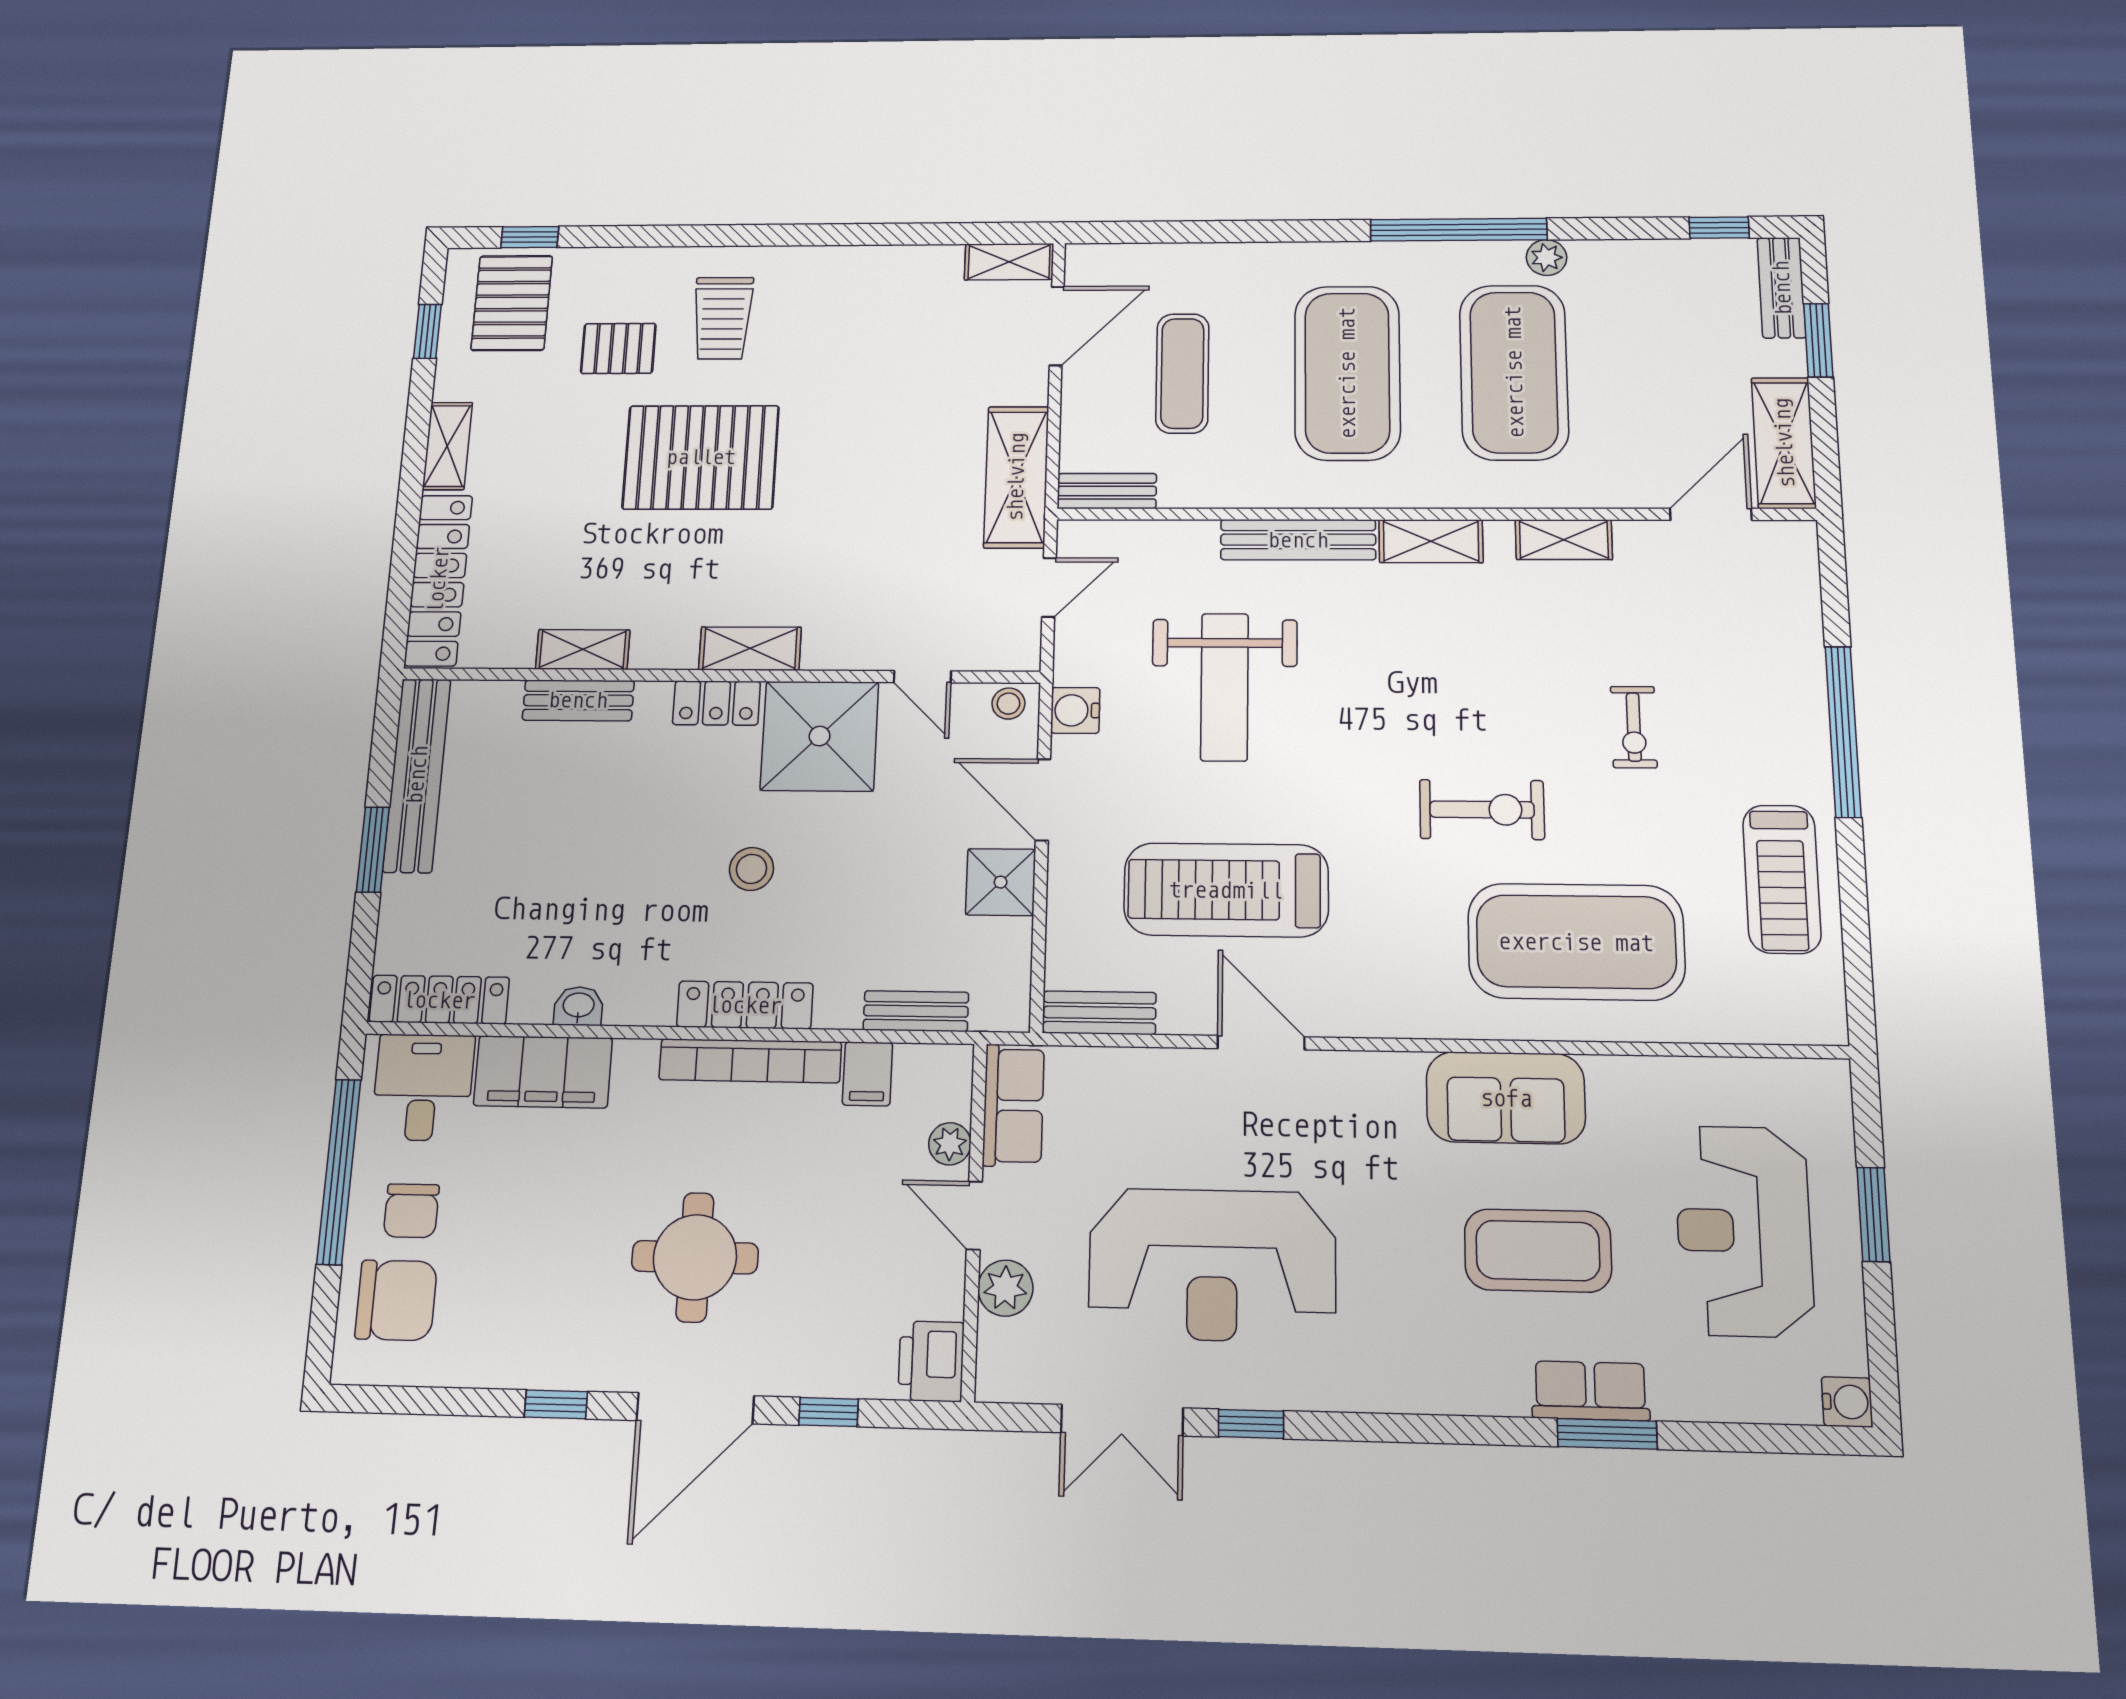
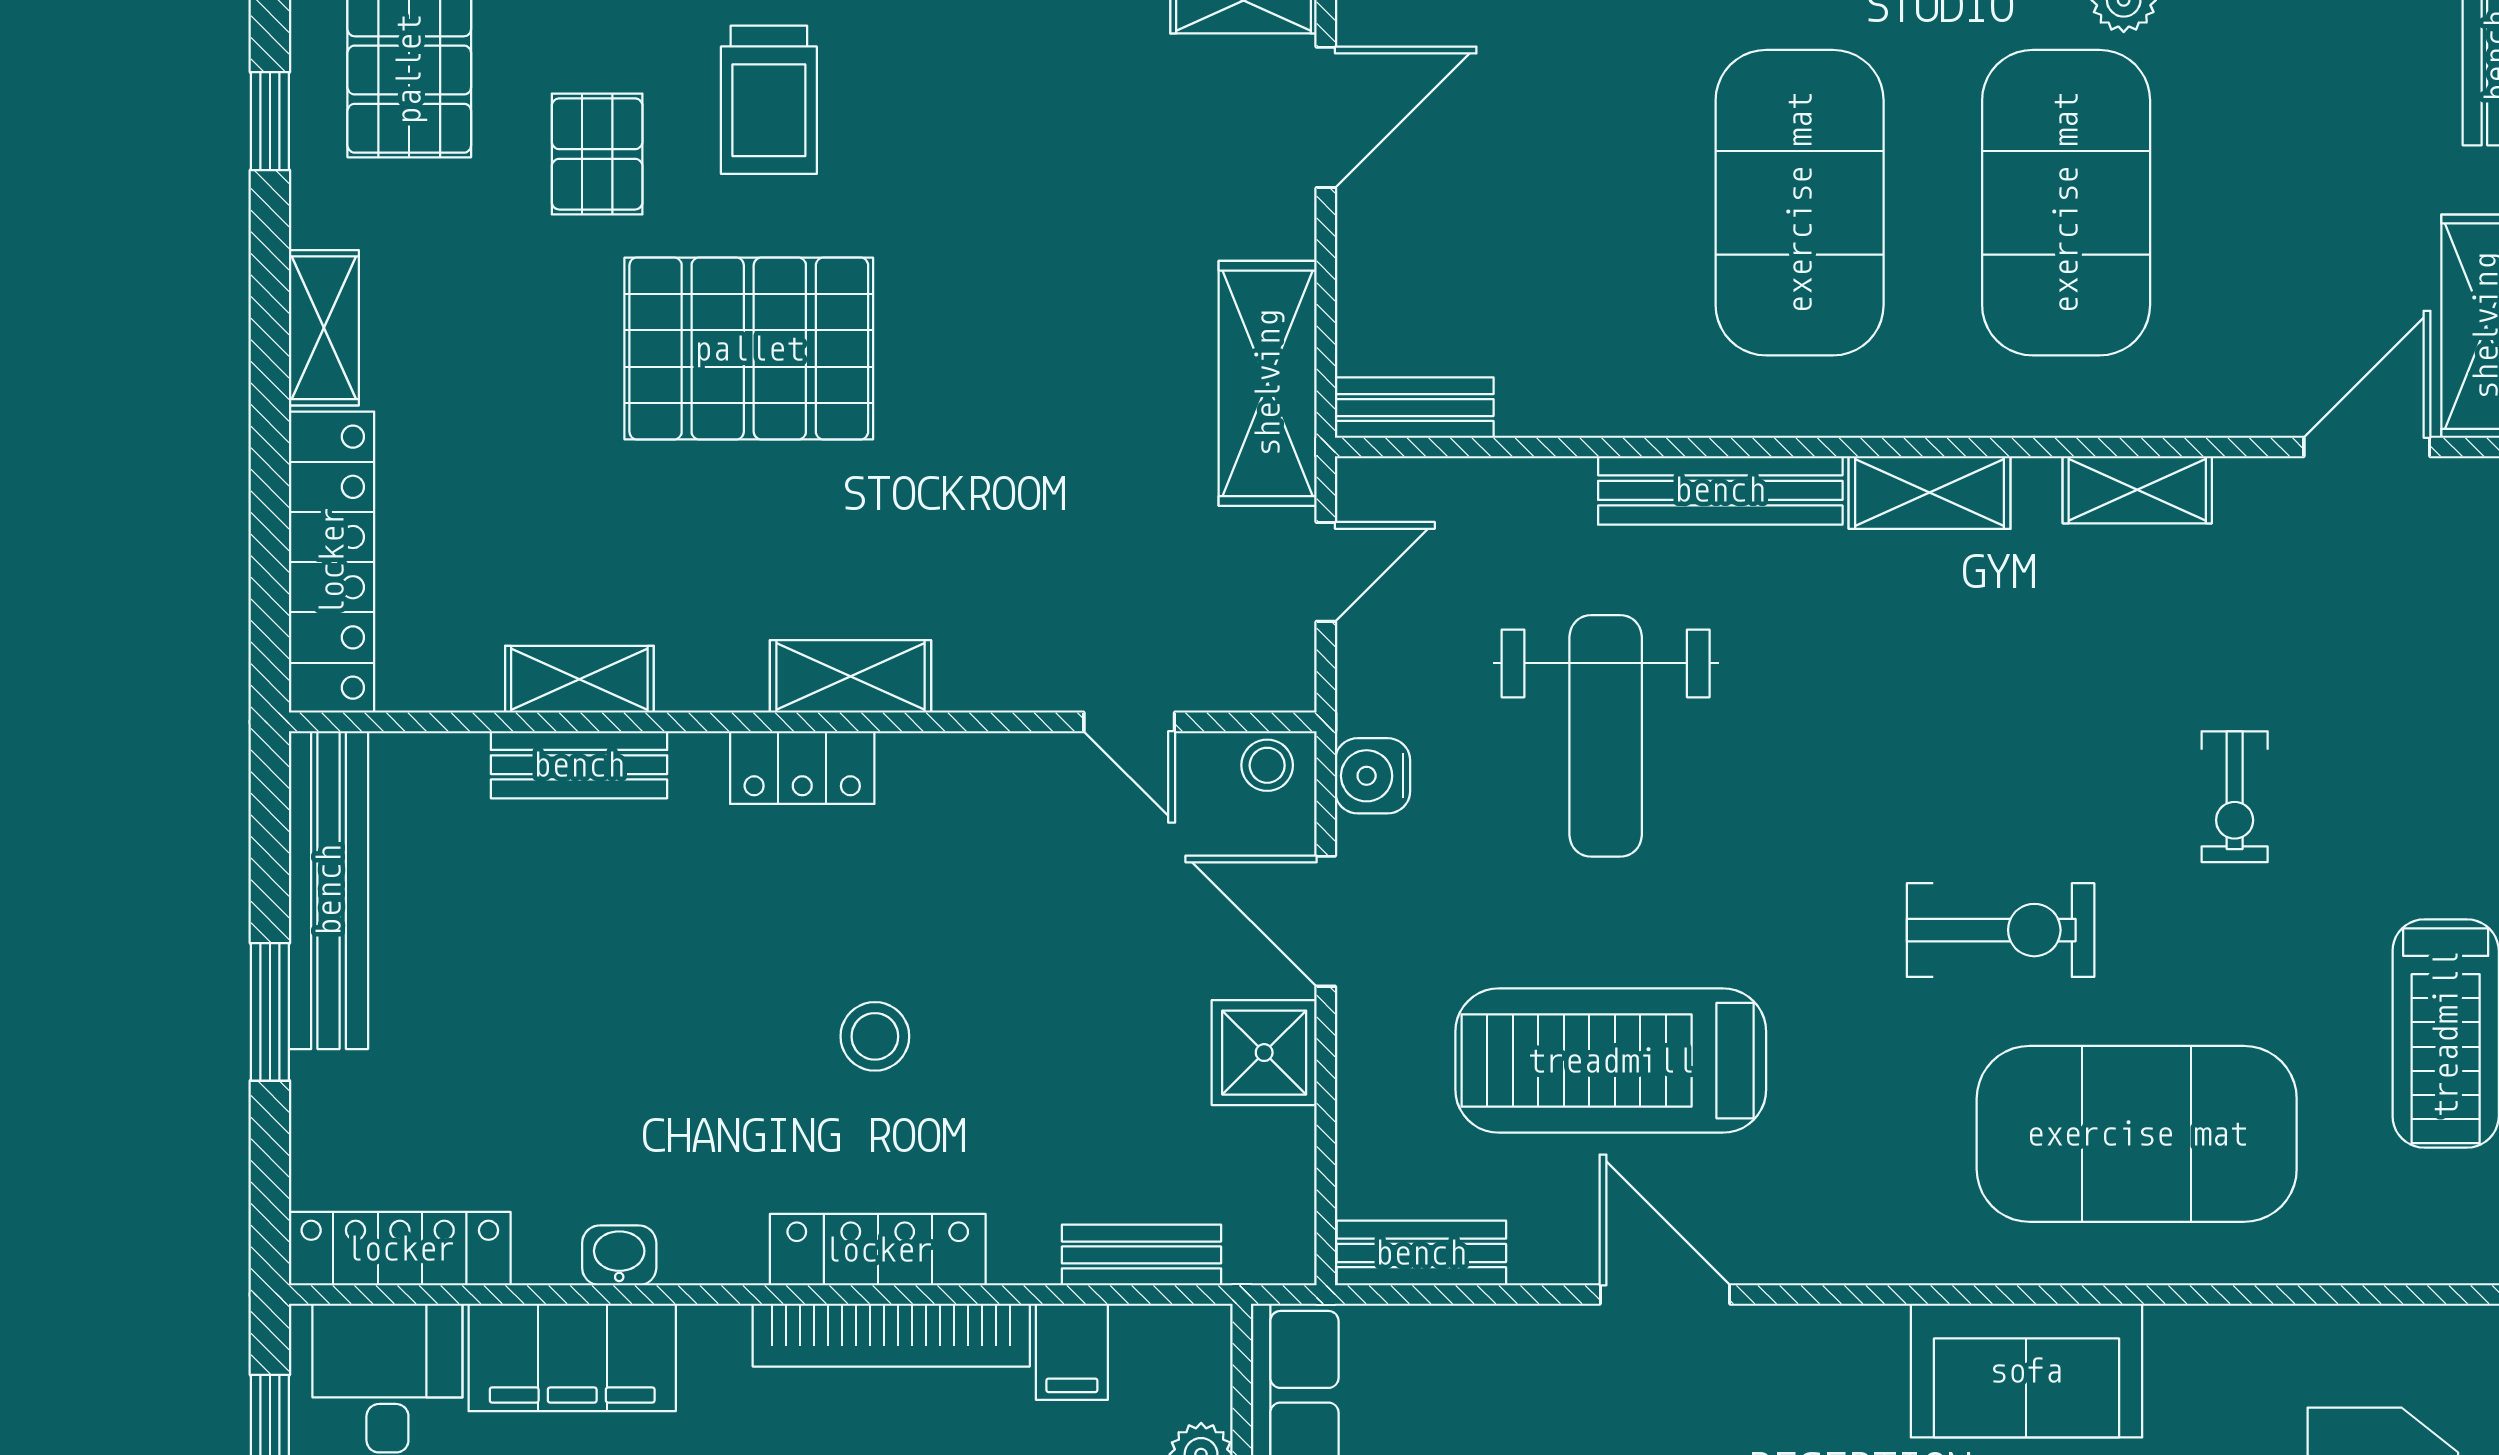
pallet: (618, 348) -> (597, 154), turned 90
exercise mat: (1182, 373) -> (1533, 203), removed
shower: (820, 736) -> (970, 821), removed

